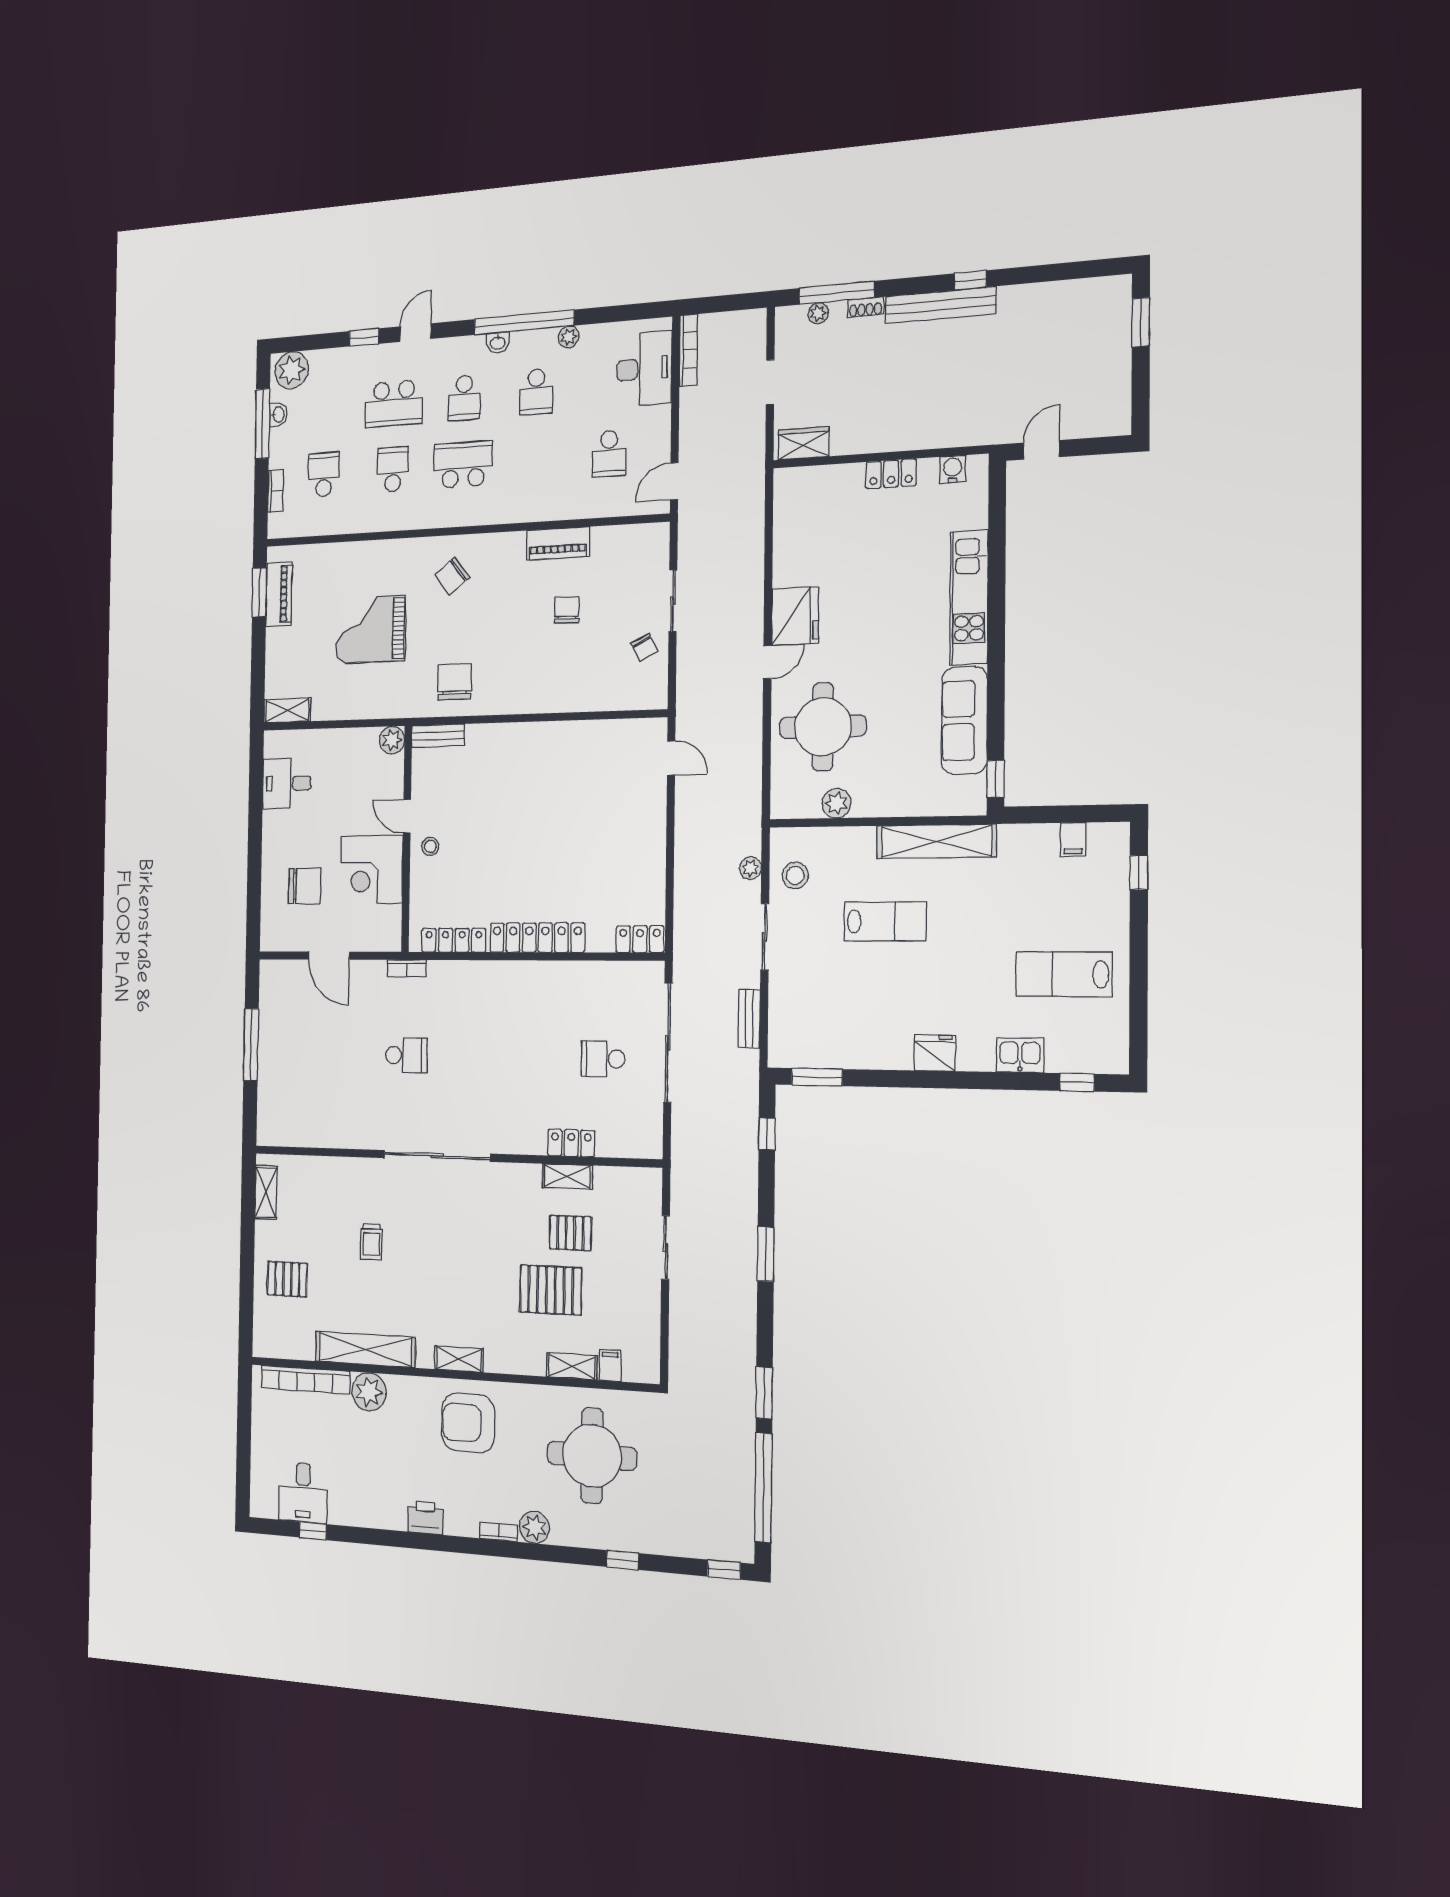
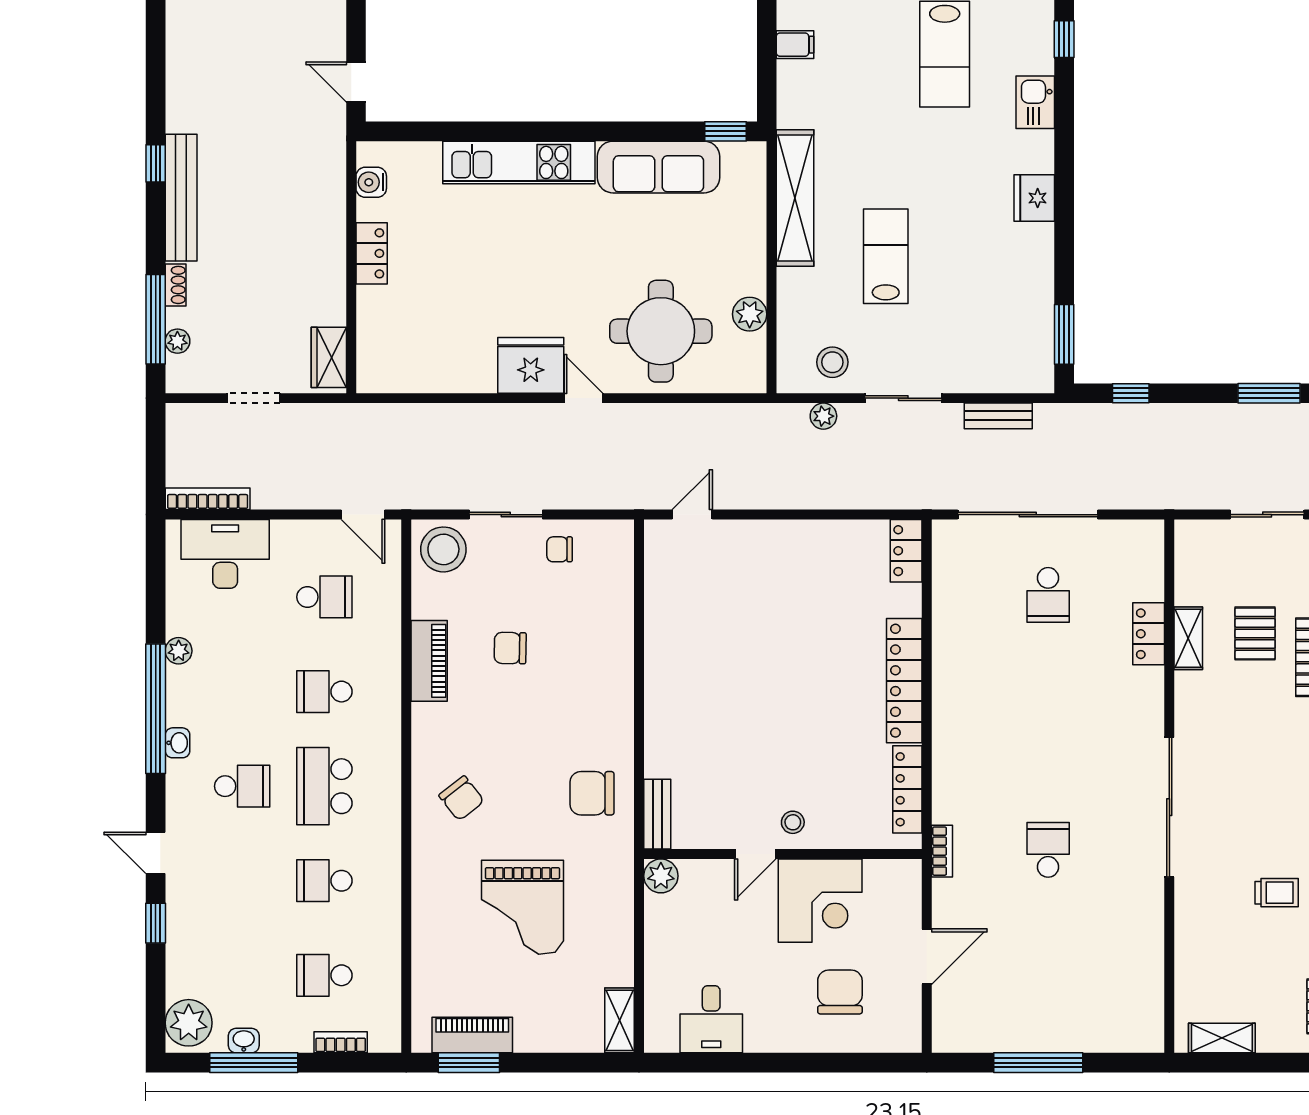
school desk: (536, 392) -> (324, 692), moved, turned 180
school desk: (394, 404) -> (242, 881), removed
stool: (646, 550) -> (443, 549), added
chair: (644, 647) -> (560, 549), turned -153

